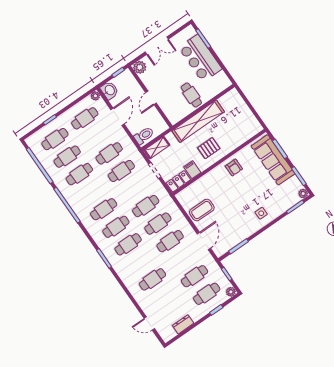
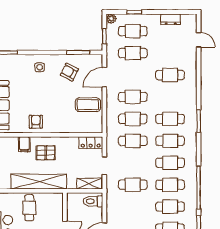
cafe table: (109, 153) -> (170, 185), moved
filing cabinet: (192, 170) -> (24, 144), moved
armchair: (235, 226) -> (69, 72), added

